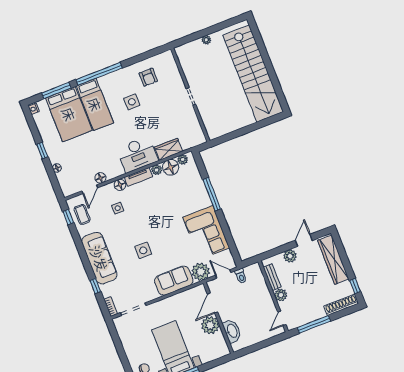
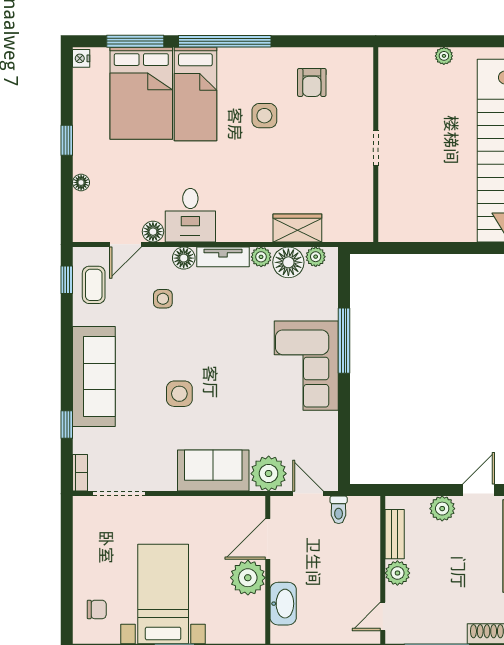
desk: (137, 154) -> (190, 215), moved, width x0.73
corner sofa: (206, 233) -> (306, 366), moved

